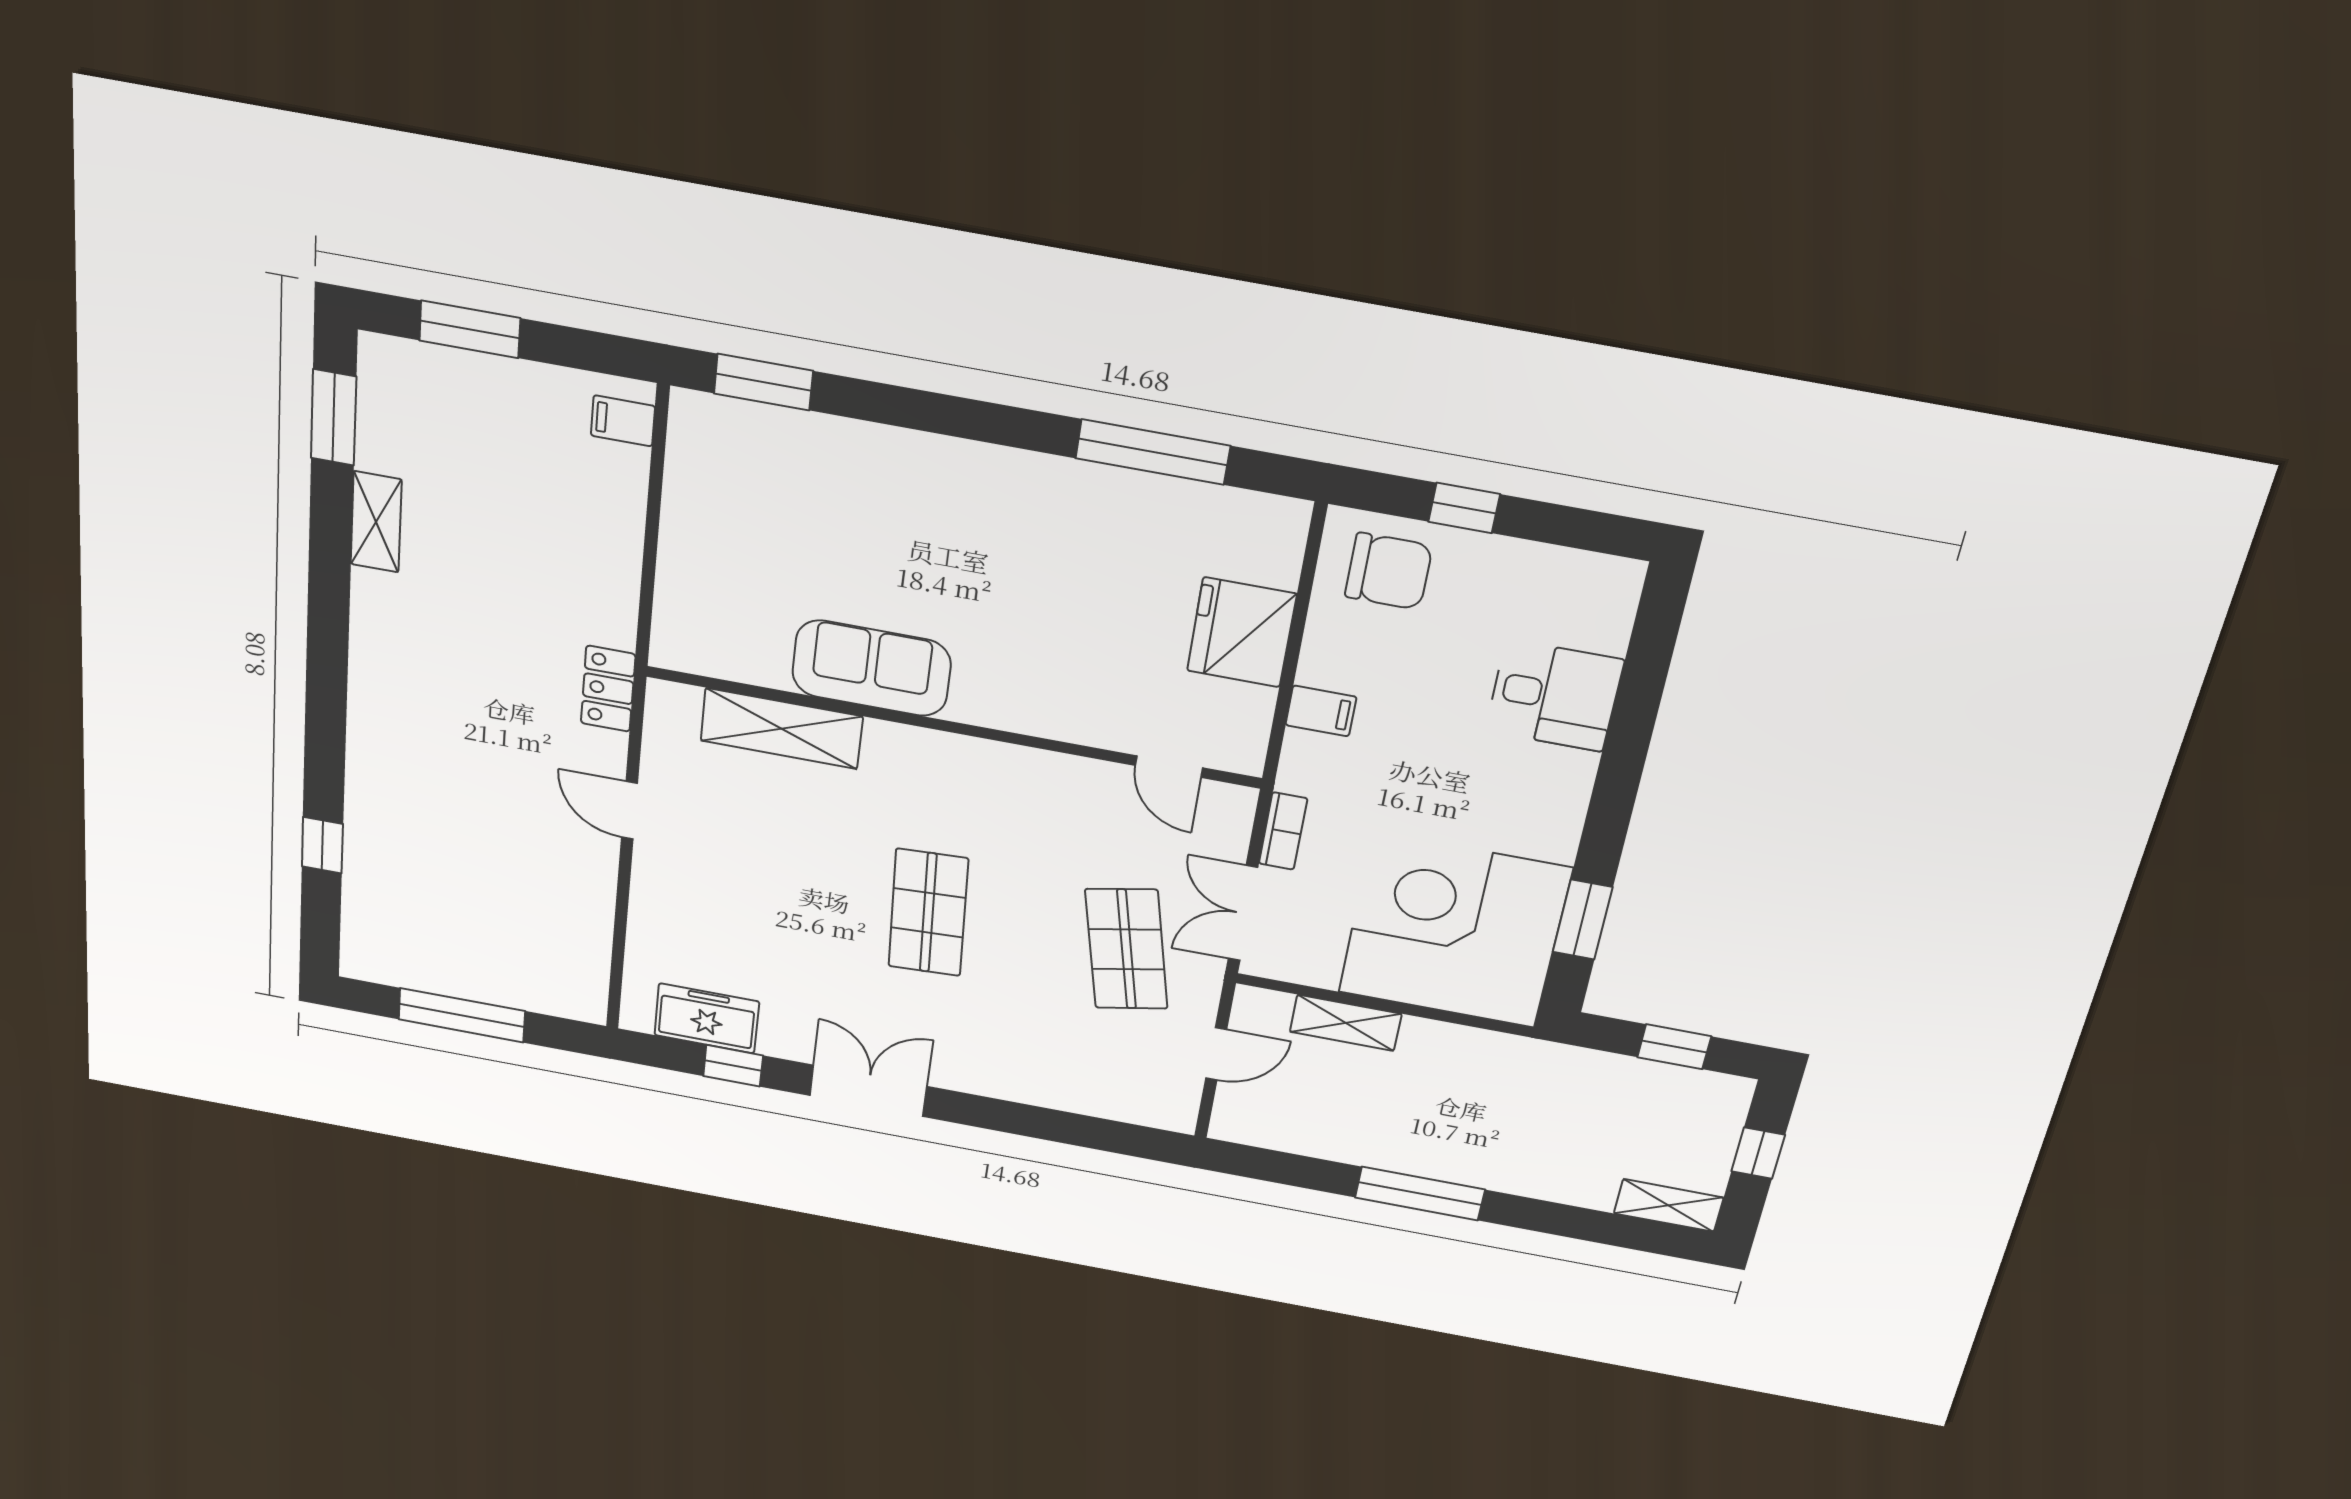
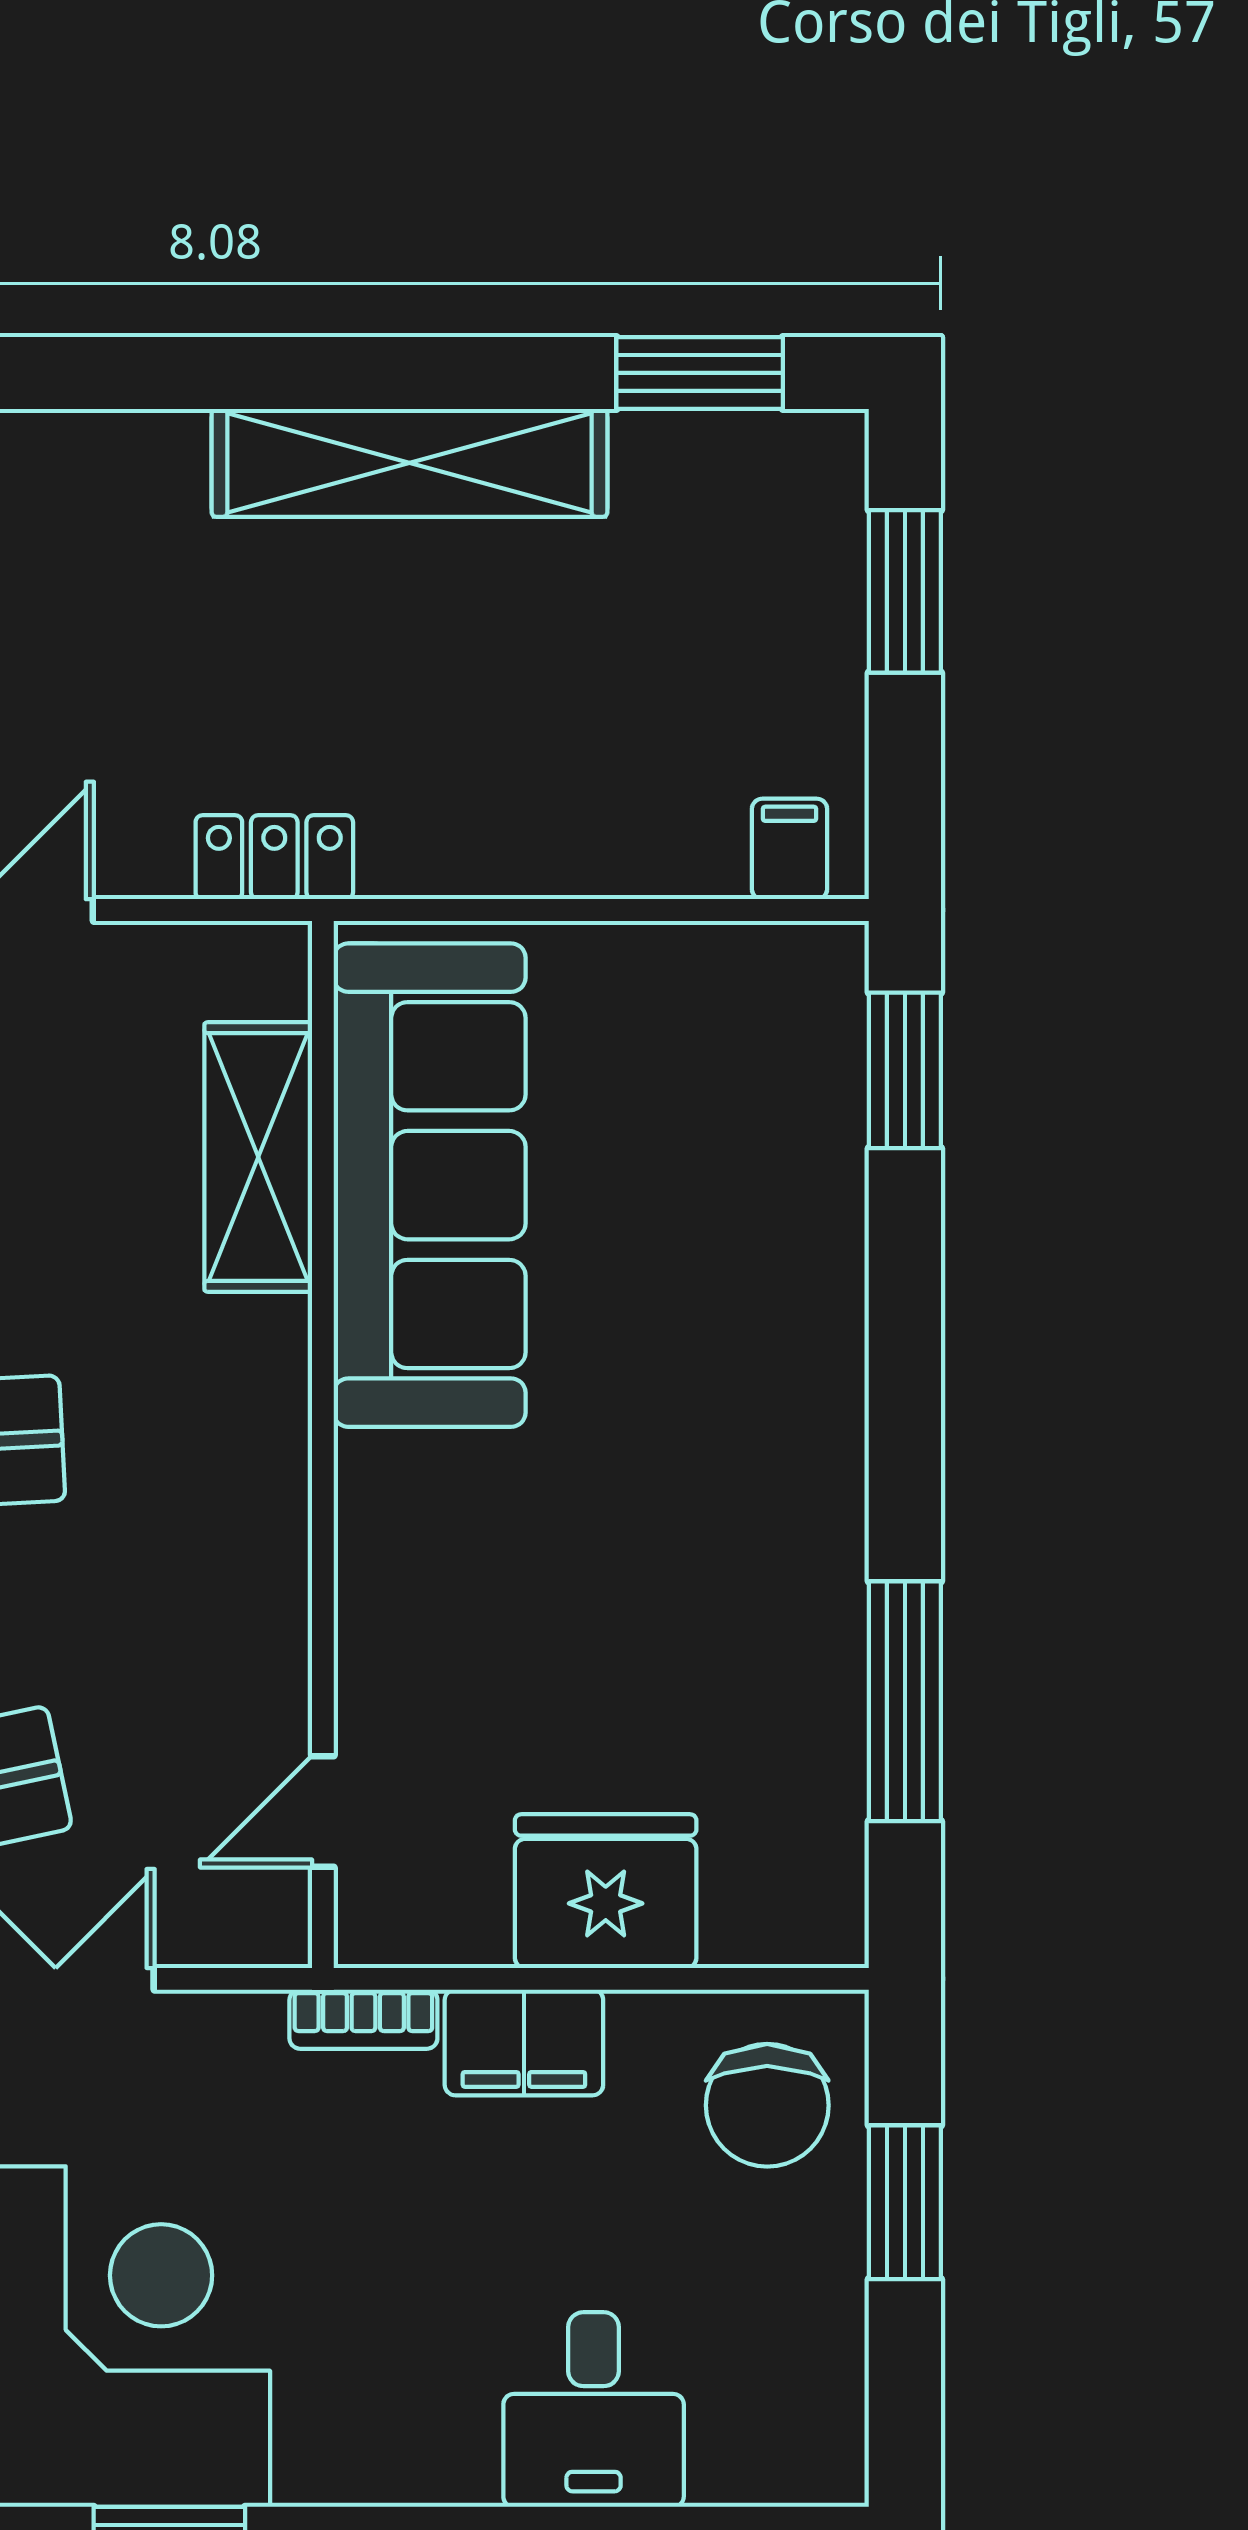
window: (1464, 508) -> (905, 2202), width x1.50
shelving: (376, 522) -> (410, 463), width x2.20, depth x1.33
sofa: (871, 668) -> (430, 1185), width x1.85, depth x1.27
filing cabinet: (1321, 711) -> (524, 2042), width x2.00
bookcase: (1283, 831) -> (363, 2019), moved

